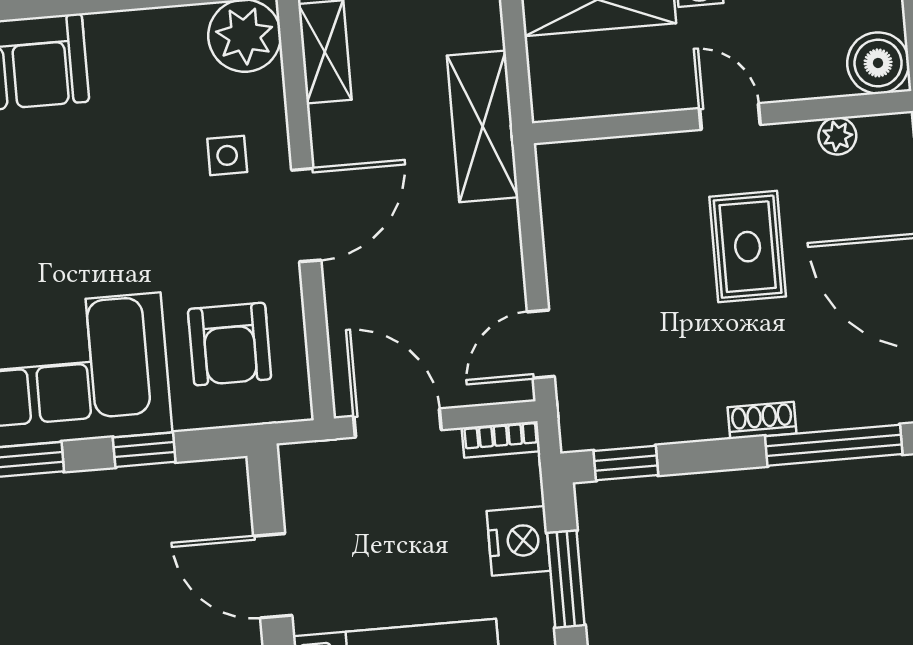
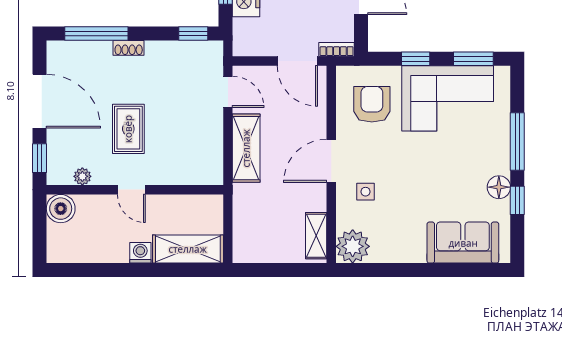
shelving: (483, 126) -> (246, 148), moved
door: (541, 344) -> (228, 92), hinge flipped
bookcase: (501, 439) -> (337, 49), moved

